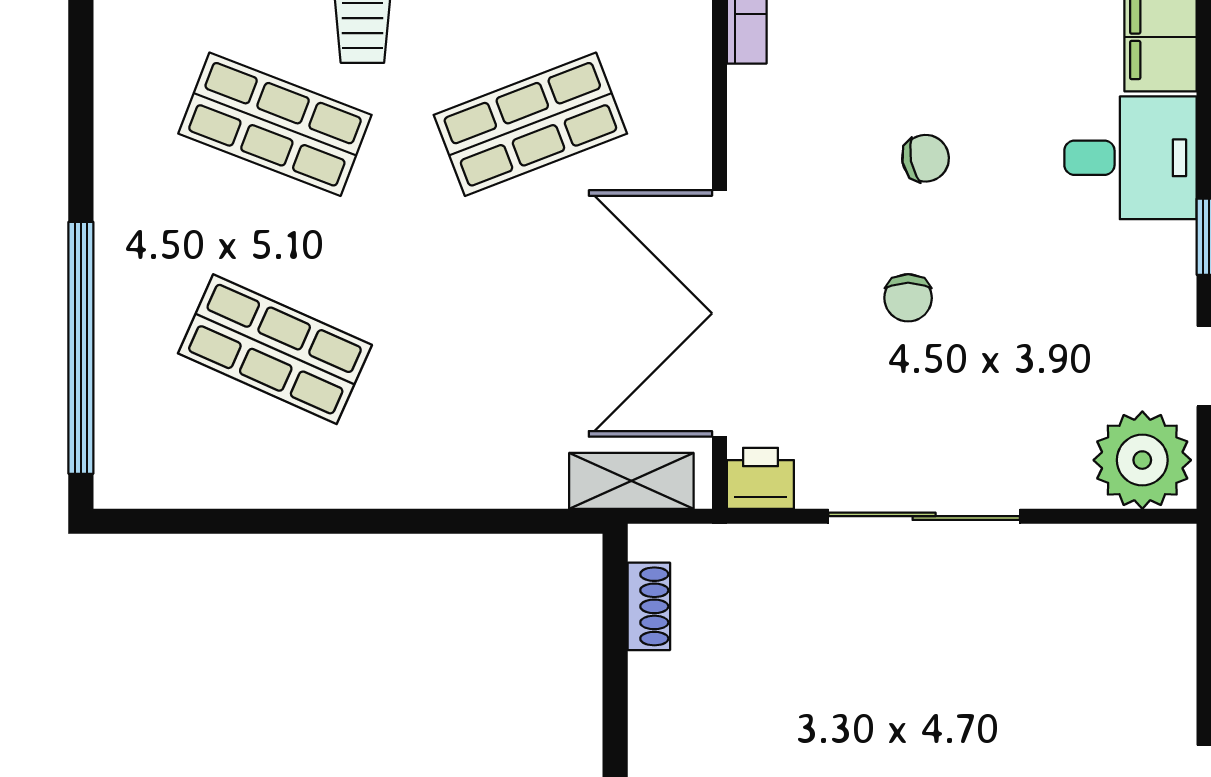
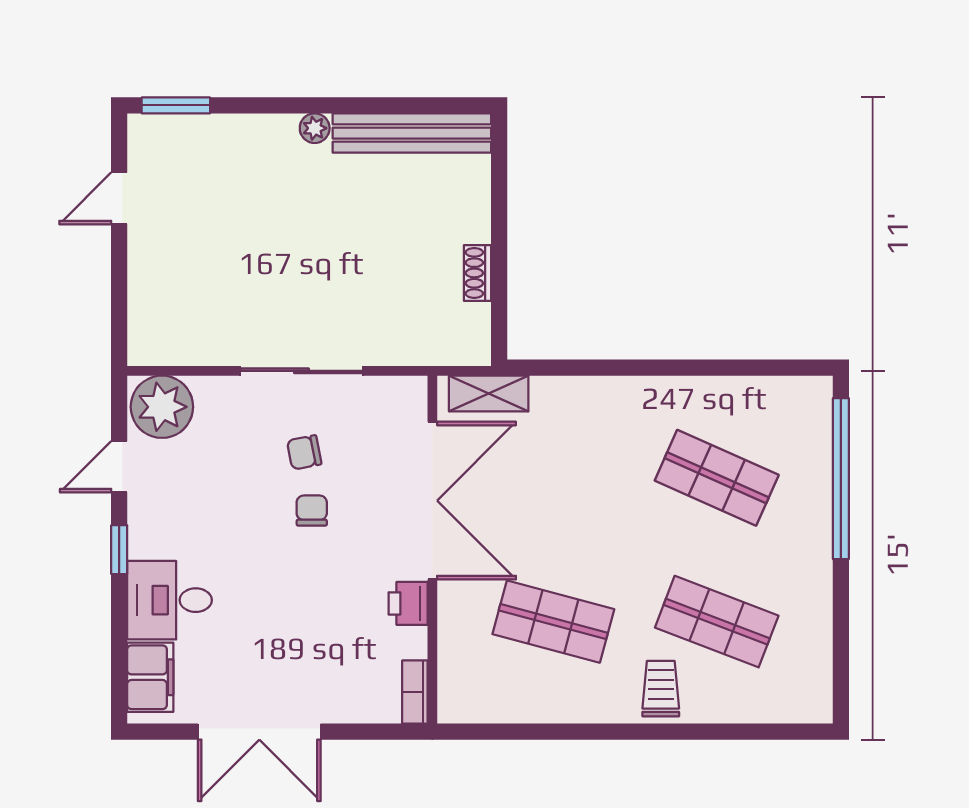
shop shelf: (530, 124) -> (553, 622), turned 36
chair: (926, 158) -> (304, 452), moved
printer: (760, 478) -> (408, 603), moved, turned 90
shoe rack: (649, 606) -> (478, 273), moved

